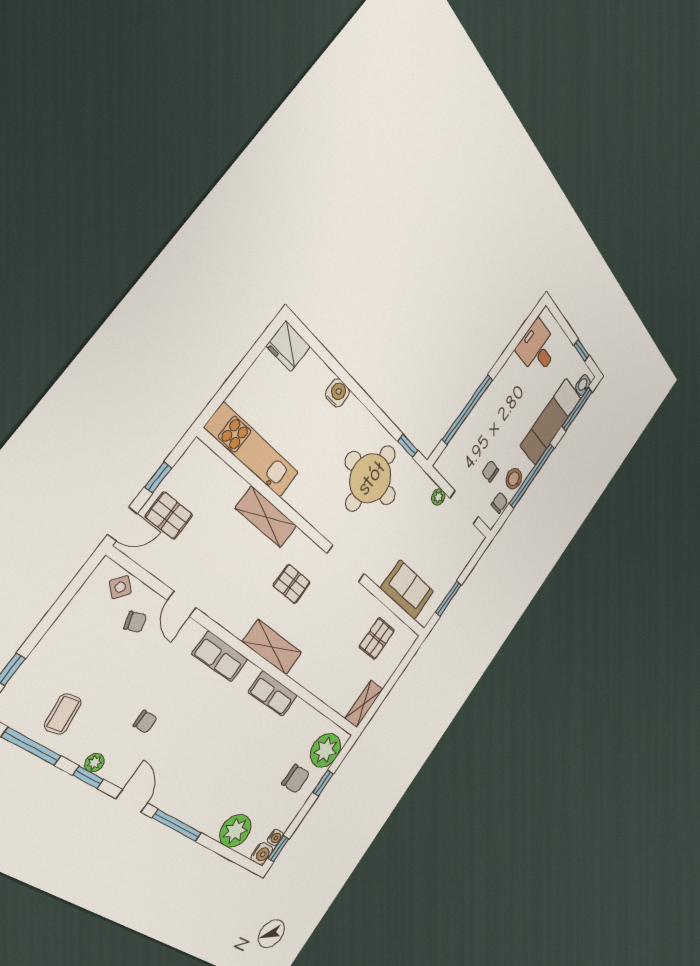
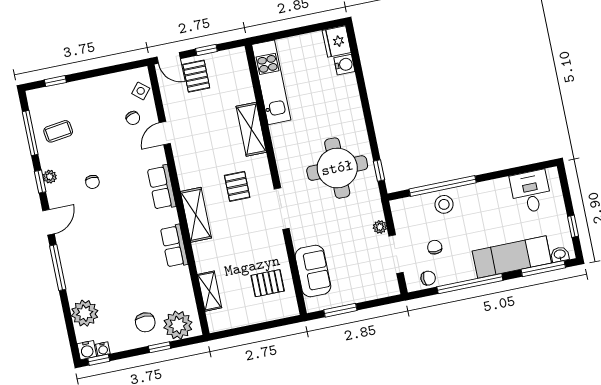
water cooler: (337, 393) -> (344, 65), moved
stool: (514, 479) -> (444, 204), moved
shelving: (364, 704) -> (210, 291), moved, turned 90

